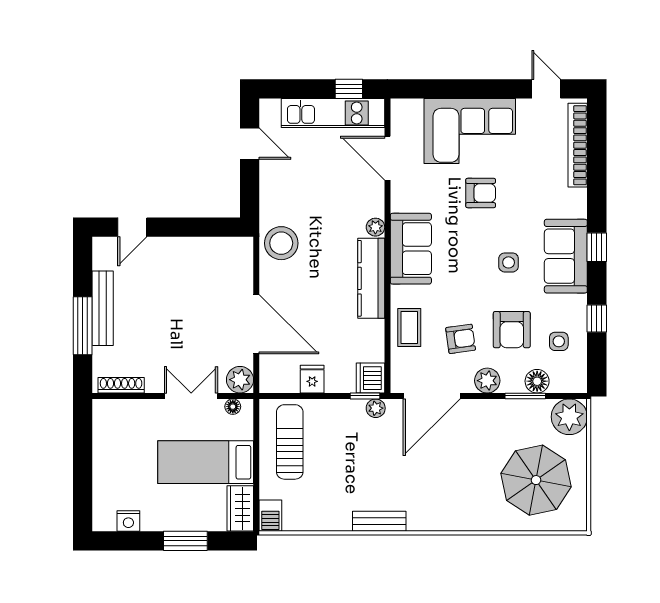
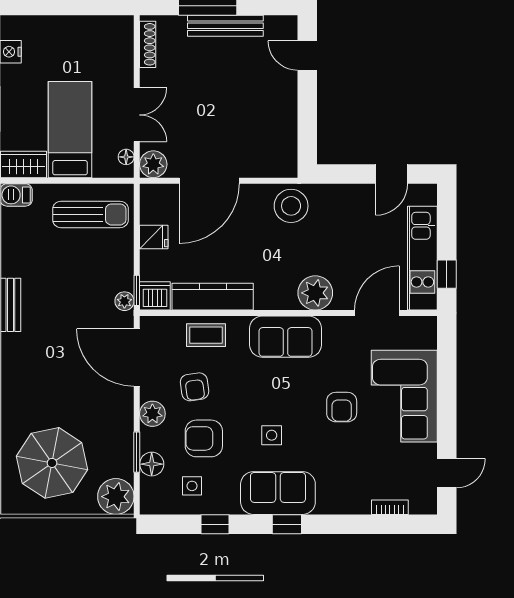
bookcase: (578, 145) -> (390, 507), width x0.43, depth x0.76
plant: (375, 227) -> (315, 293), width x1.88, depth x1.88
kitchen counter: (371, 278) -> (213, 297), moved

